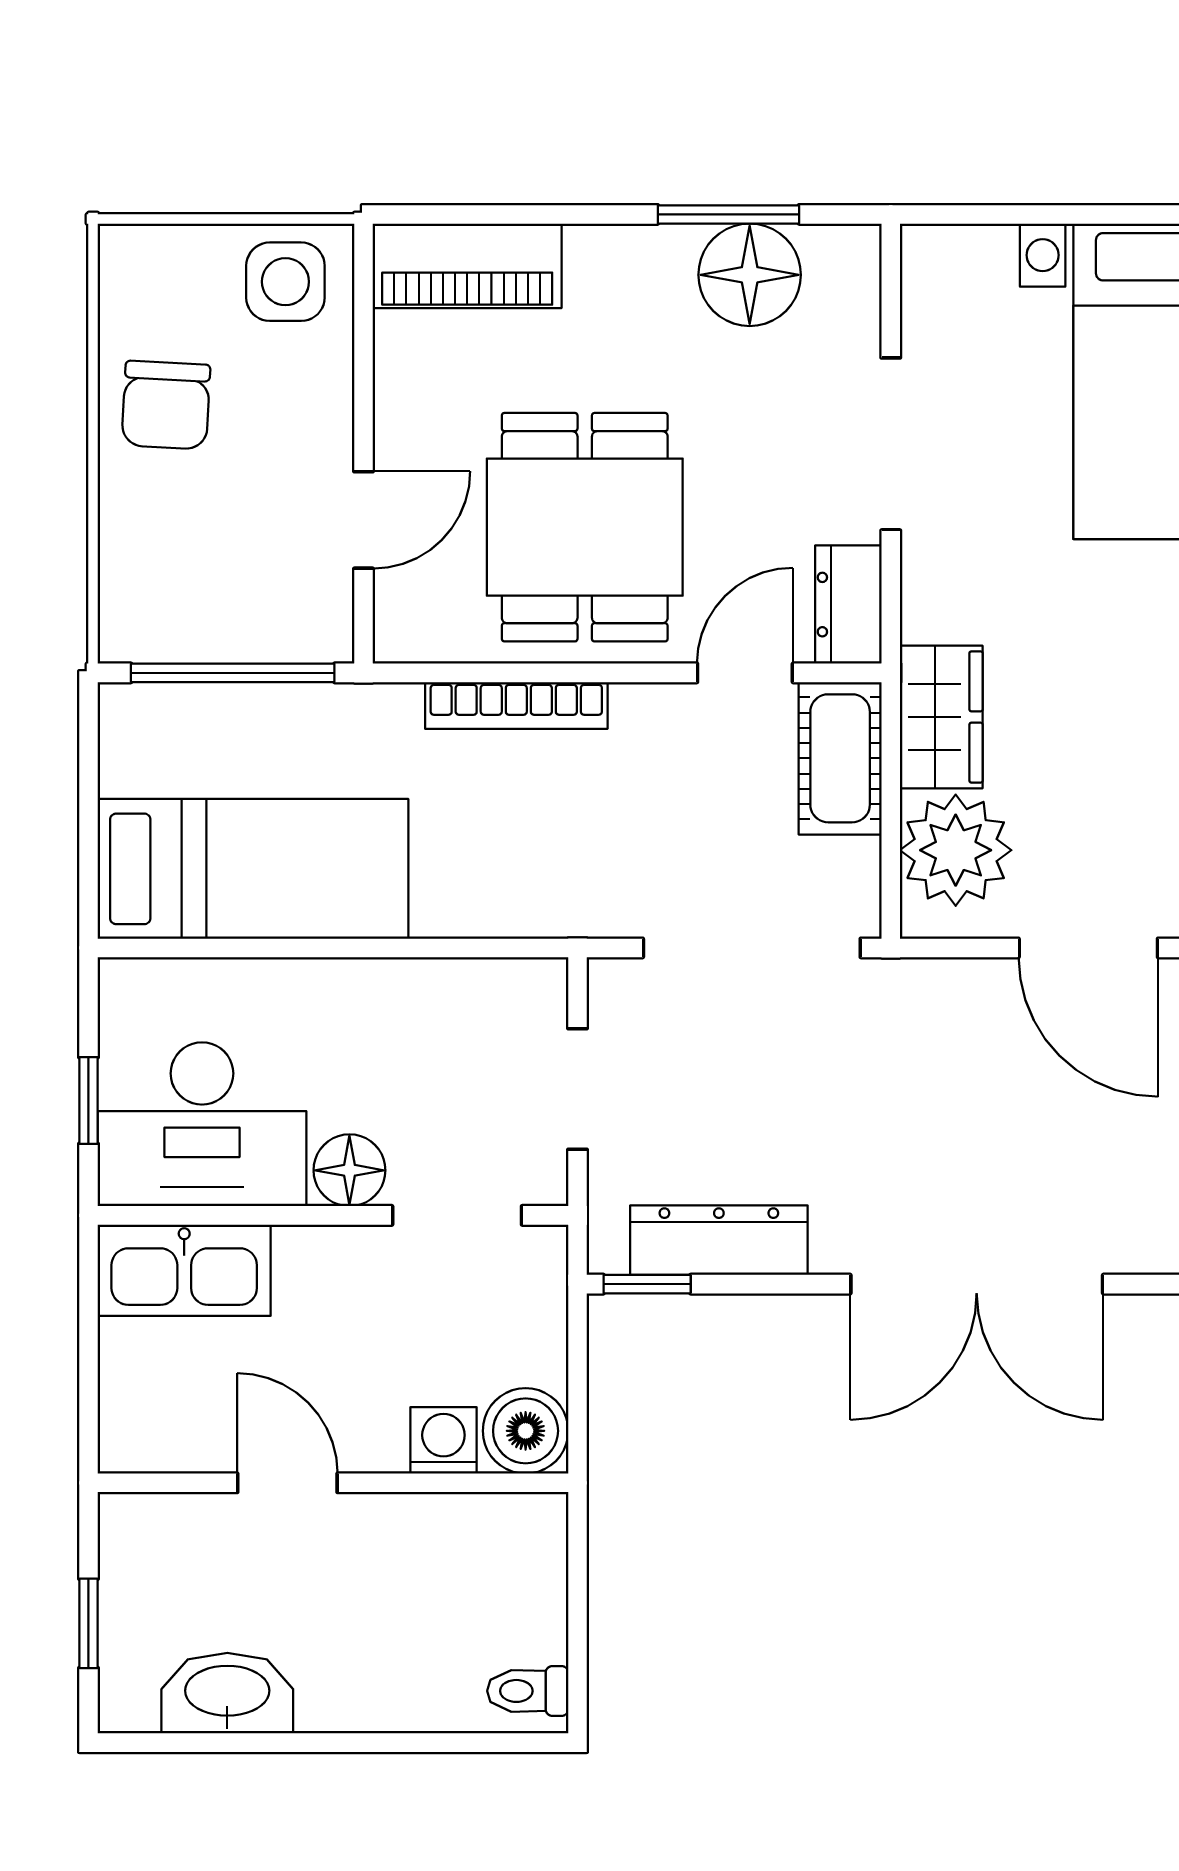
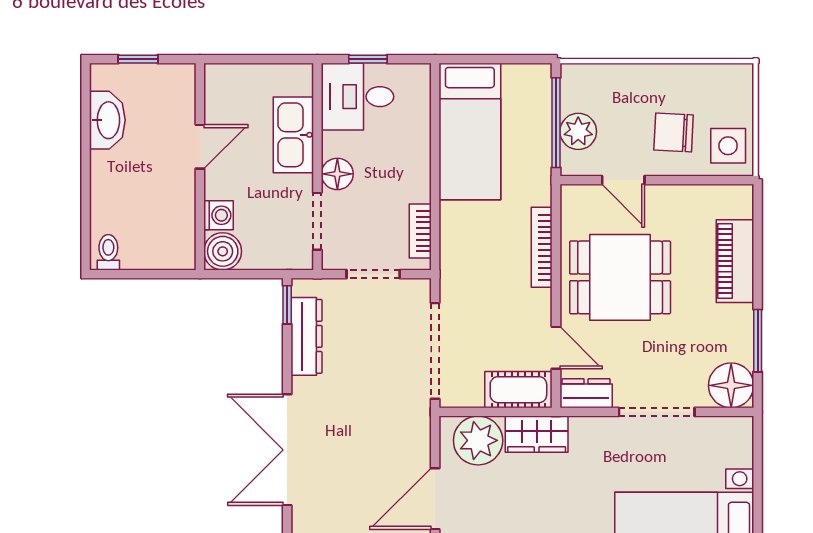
piano: (467, 266) -> (735, 261), moved
floor lamp: (750, 275) -> (731, 385), moved
chair: (166, 405) -> (674, 132), moved
plant: (253, 622) -> (578, 131), added
bookcase: (479, 982) -> (420, 231), added
desk: (202, 1124) -> (358, 97), width x0.73
kitchen sink: (184, 1270) -> (293, 135), moved

